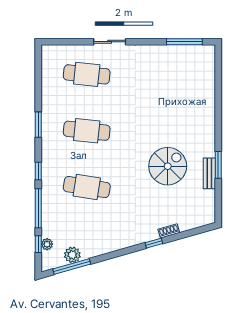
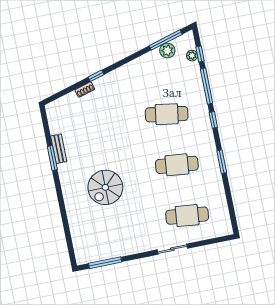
spiral stairs: (168, 166) -> (105, 187), moved

